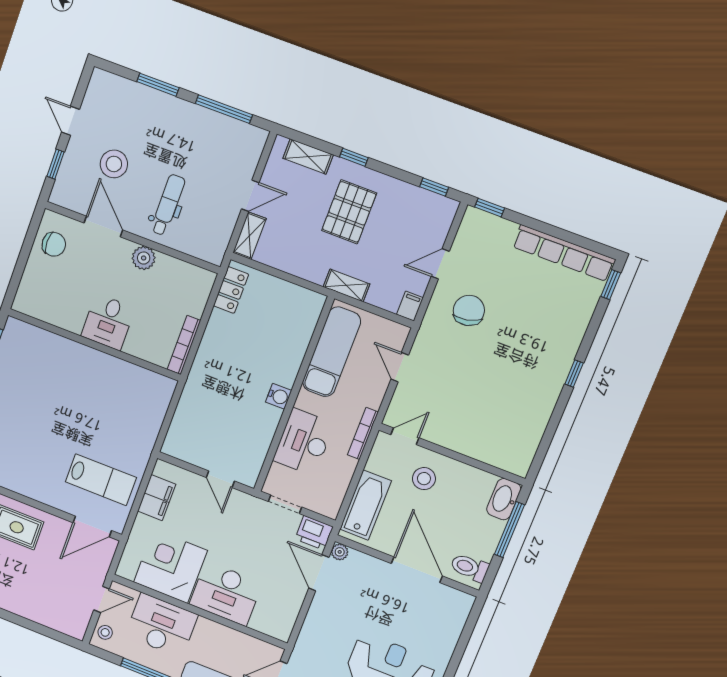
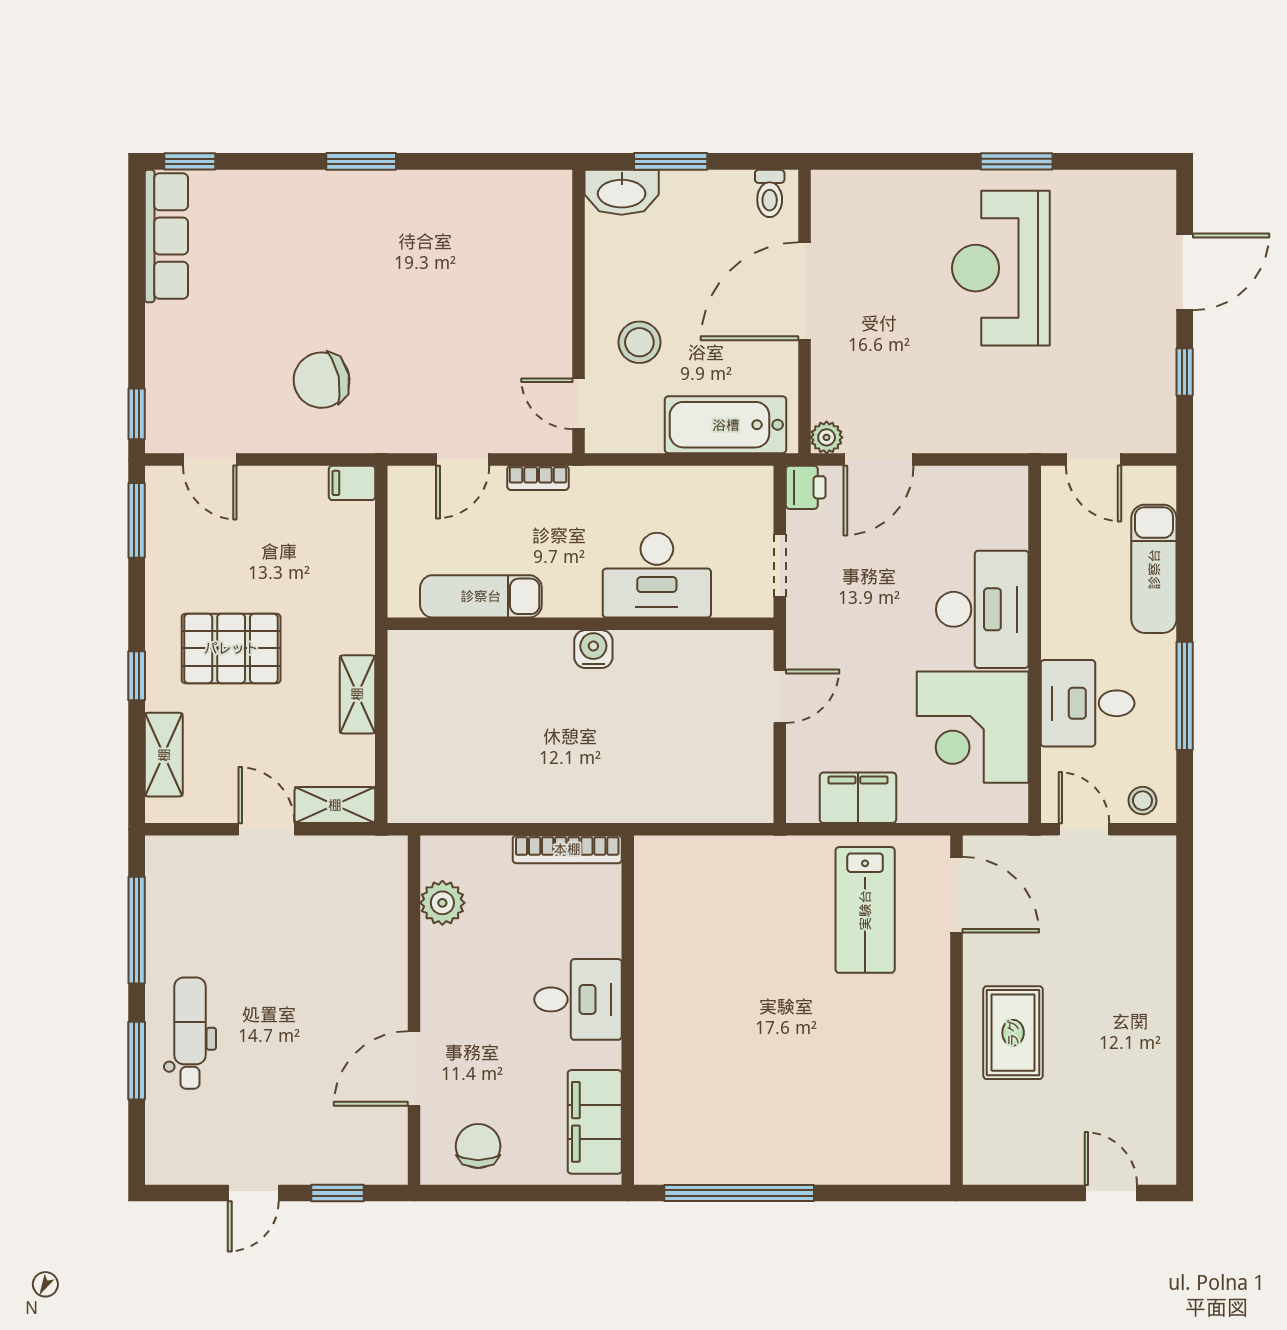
stool: (114, 164) -> (299, 1089), removed
window: (434, 187) -> (137, 520), width x1.50
dental chair: (168, 205) -> (190, 1033), moved, turned 90
row of seats: (564, 253) -> (166, 236), width x0.73
plant: (144, 258) -> (442, 903), moved
door: (440, 264) -> (210, 459), moved
shelving: (346, 285) -> (357, 694), moved
locker: (231, 290) -> (440, 802), removed
filing cabinet: (45, 307) -> (595, 1122), added
exam couch: (332, 352) -> (481, 596), width x0.73, depth x0.69
window: (574, 373) -> (361, 161), width x1.50
bookcase: (363, 434) -> (538, 478), moved, width x0.64
lab bench: (101, 480) -> (865, 910), turned 180
window: (509, 530) -> (671, 161), width x0.69
printer: (314, 533) -> (806, 487), width x0.73, depth x0.81
toilet: (470, 568) -> (770, 193), width x0.73, depth x0.72
desk: (161, 625) -> (1088, 703), width x0.73

